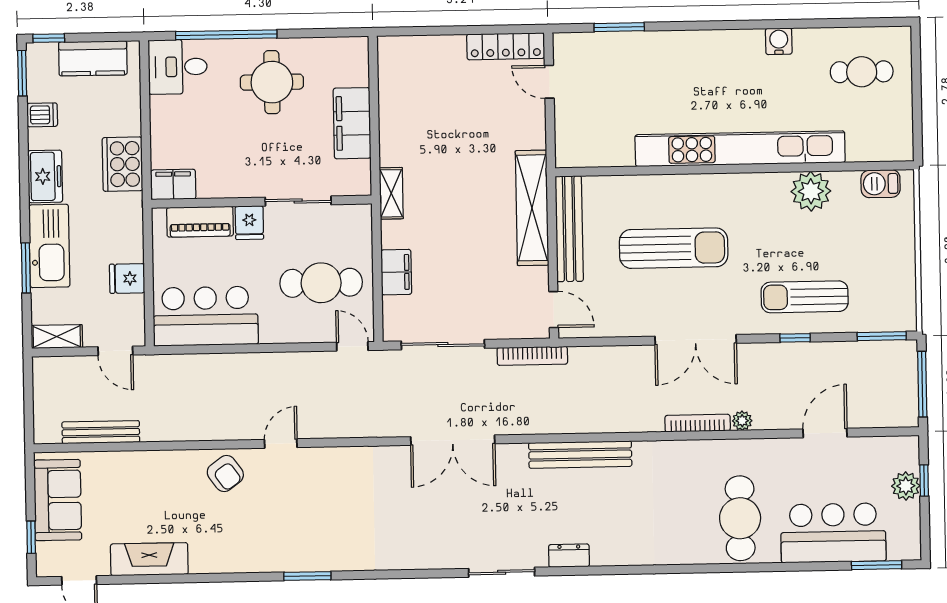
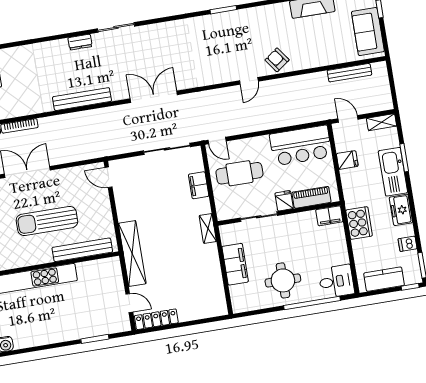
shelving: (532, 208) -> (132, 254), moved
bench: (569, 229) -> (82, 250), moved, turned 90
bookcase: (532, 356) -> (116, 150), removed

